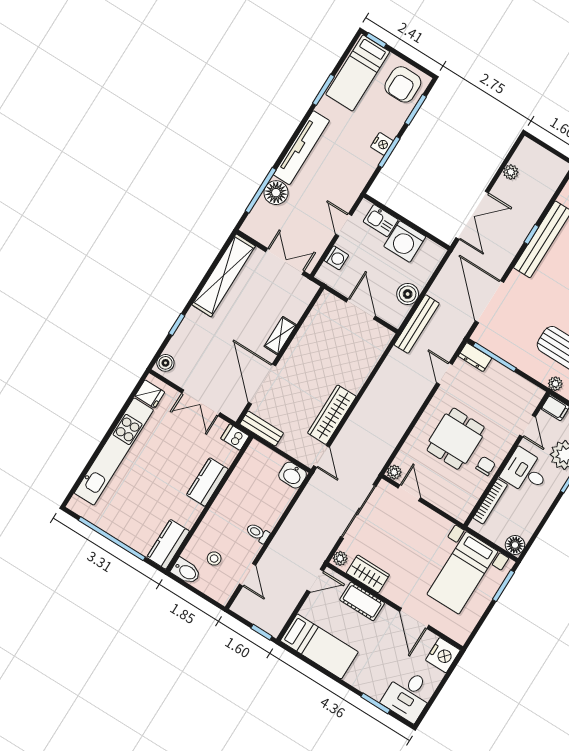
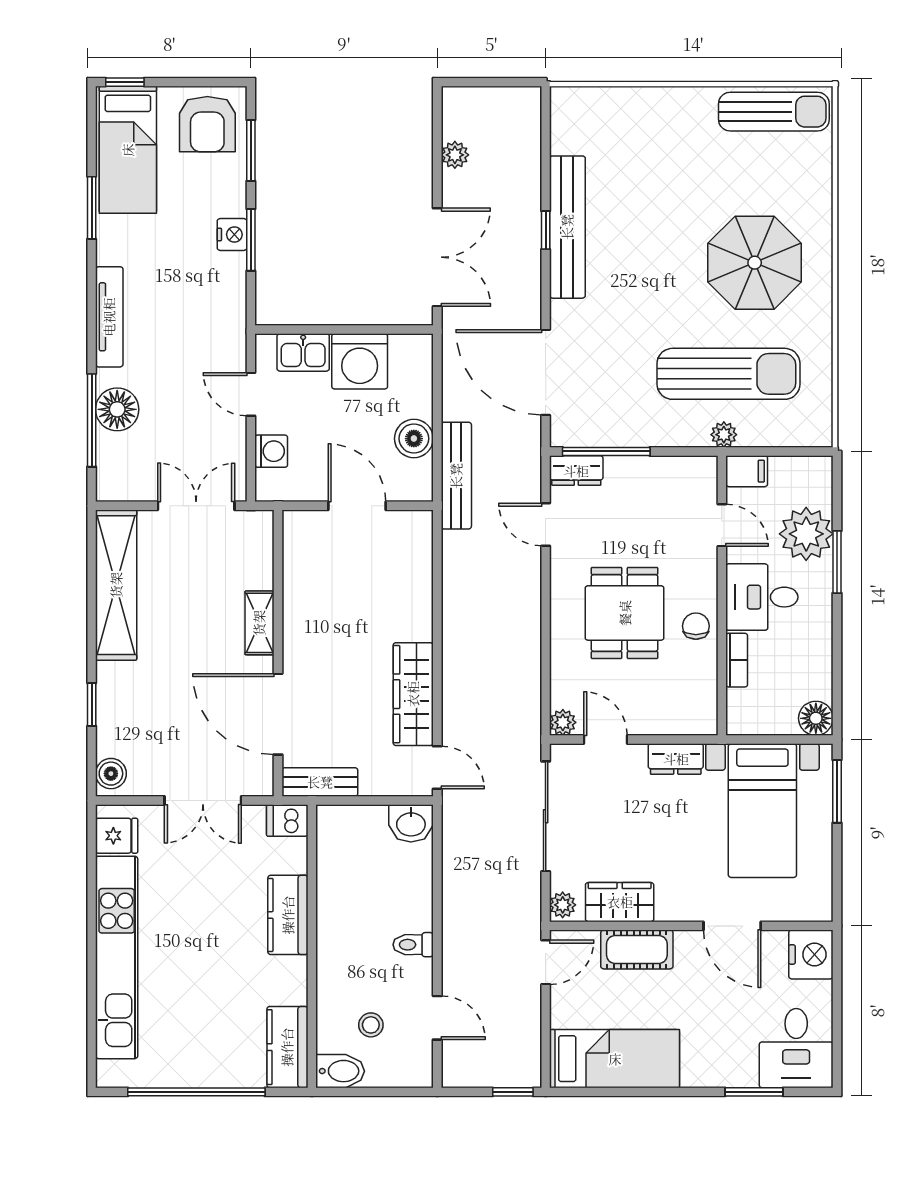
tv unit: (301, 148) -> (109, 317), width x0.73, depth x0.78
bookcase: (490, 501) -> (737, 660), width x0.64
dresser: (437, 523) -> (676, 759), added

